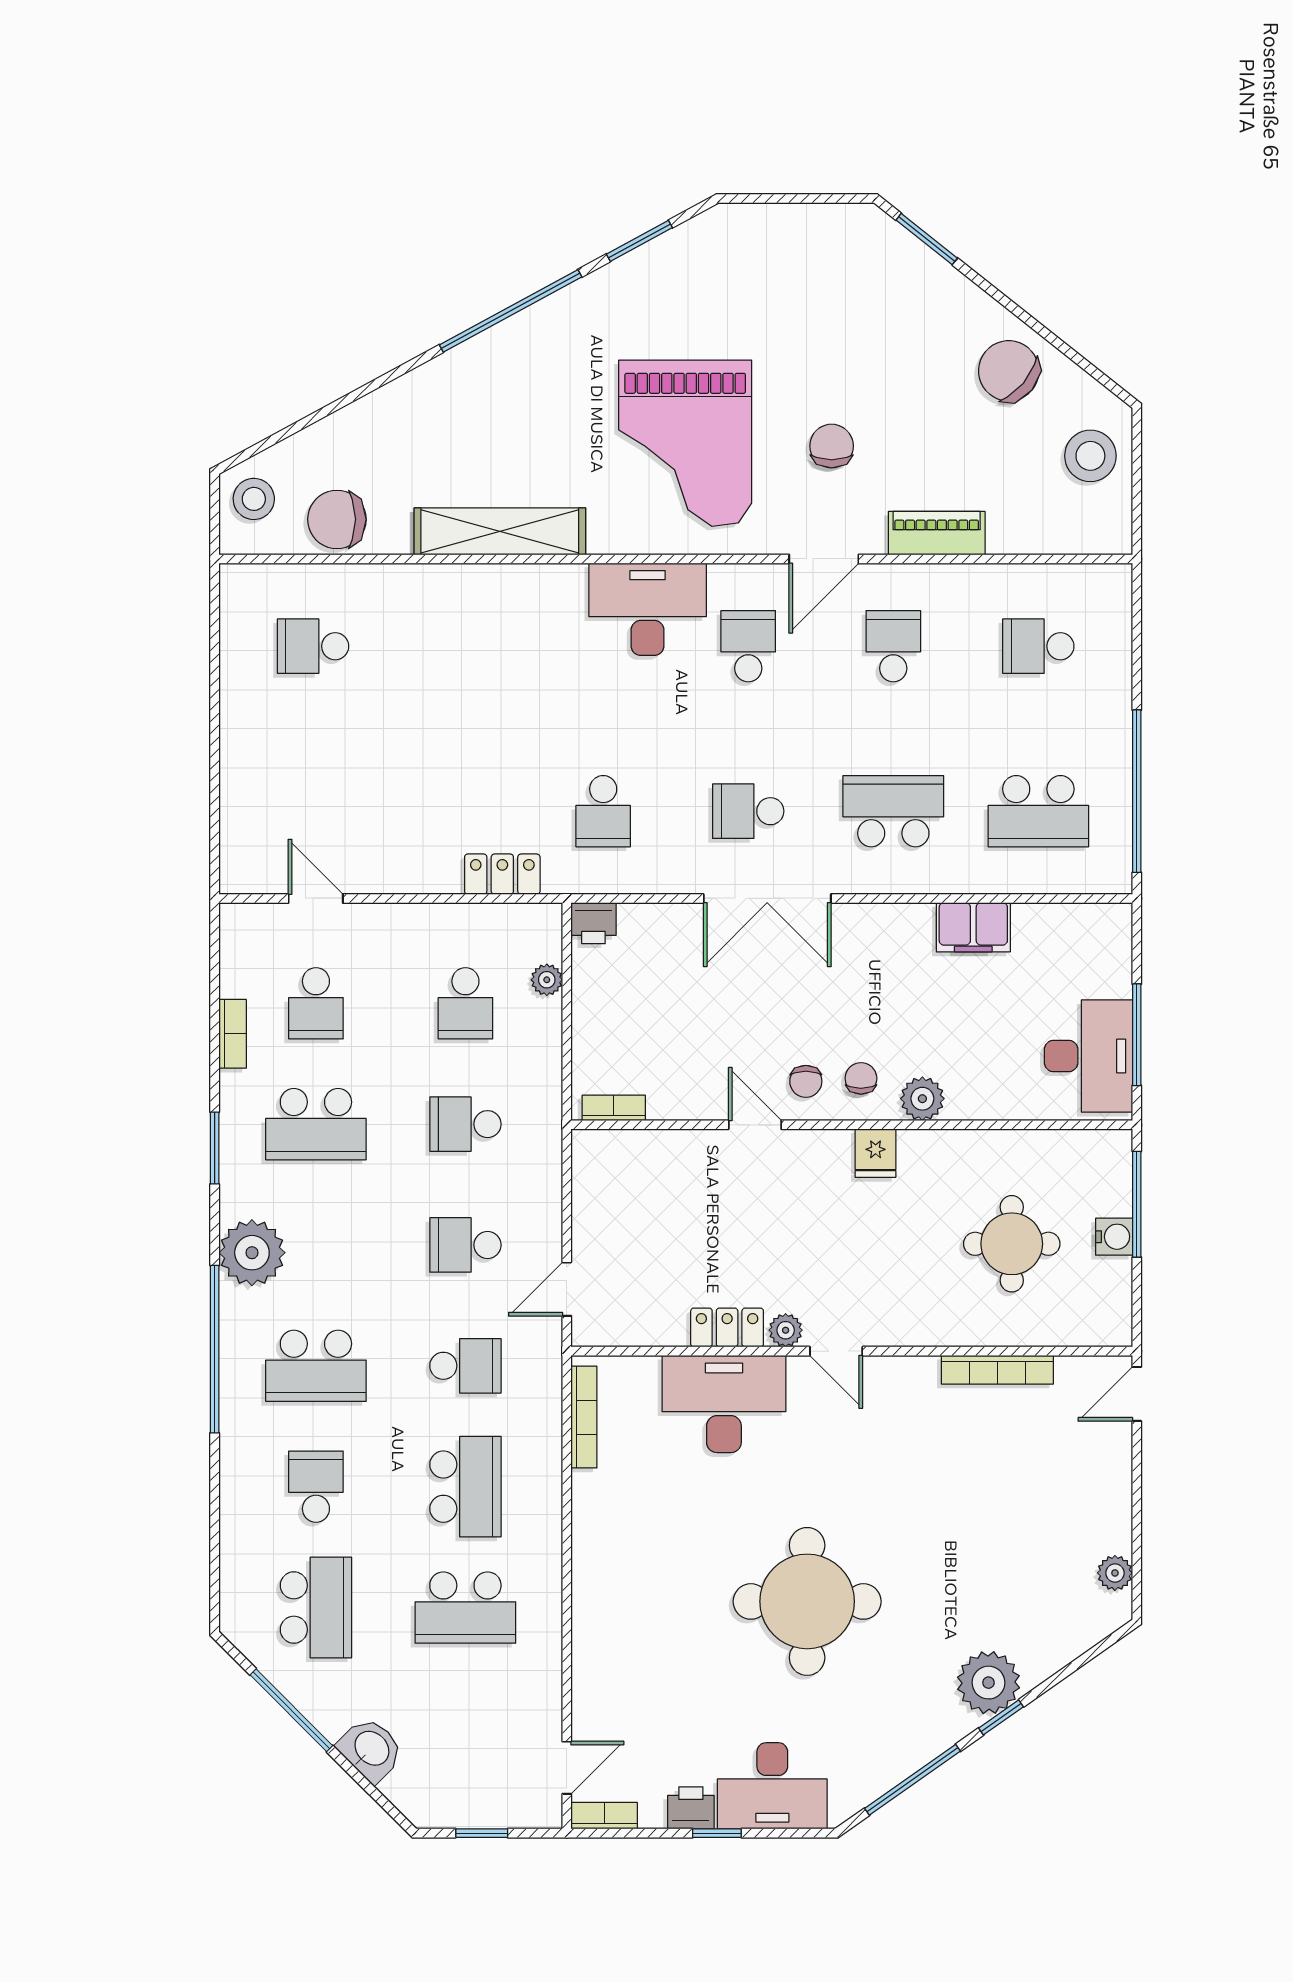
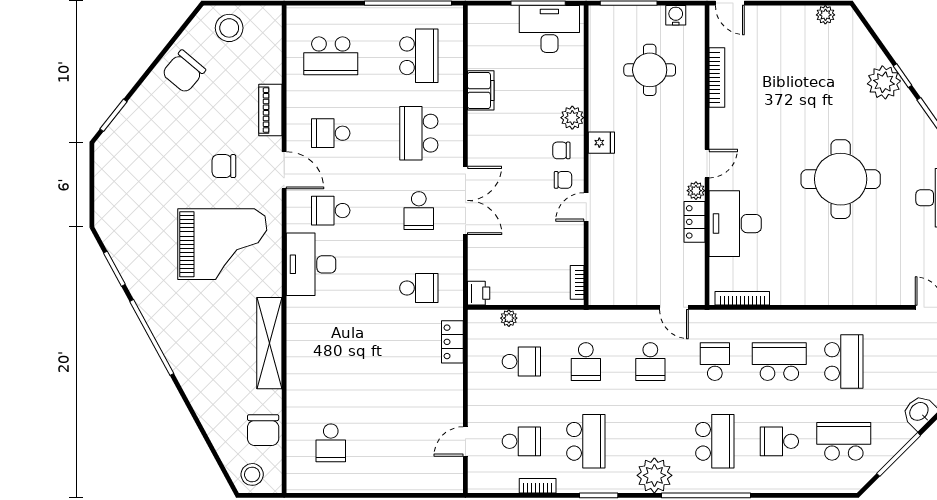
school desk: (1038, 646) -> (331, 56), width x1.85
water cooler: (1114, 1237) -> (676, 15), moved

